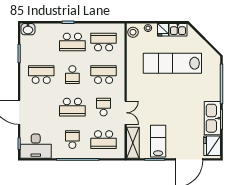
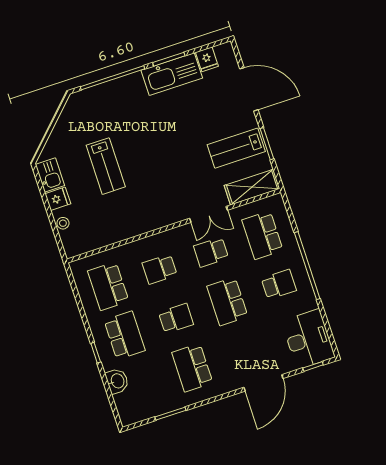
washbasin: (28, 29) -> (117, 381), moved
stool: (133, 32) -> (77, 245), removed
lab bench: (172, 63) -> (106, 166), width x0.54, depth x0.72
school desk: (104, 75) -> (160, 269), width x0.54
school desk: (72, 107) -> (227, 301), turned 180
double door: (126, 113) -> (208, 214), swing flipped
school desk: (72, 140) -> (279, 284), turned 180
school desk: (104, 140) -> (262, 235), turned 180
fridge: (212, 146) -> (207, 59), width x0.53, depth x0.75

